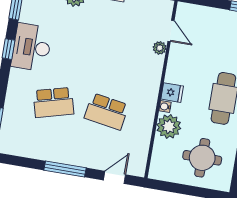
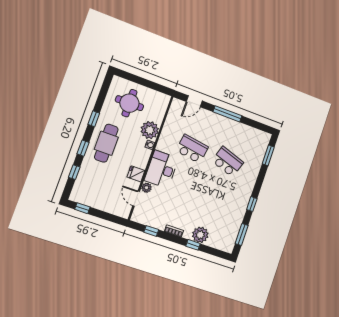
desk: (32, 47) -> (161, 169), moved, turned 180
fridge: (172, 93) -> (136, 174), moved
school desk: (53, 102) -> (228, 162), turned 33

